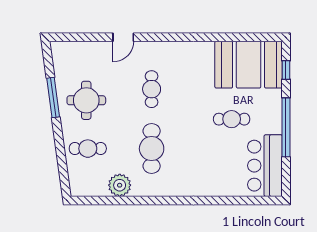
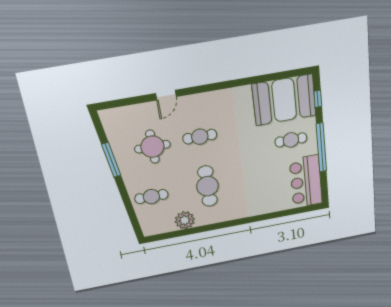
cafe table: (152, 89) -> (200, 137), turned 90
round table: (86, 100) -> (152, 147), moved
cafe table: (232, 119) -> (291, 140), moved

